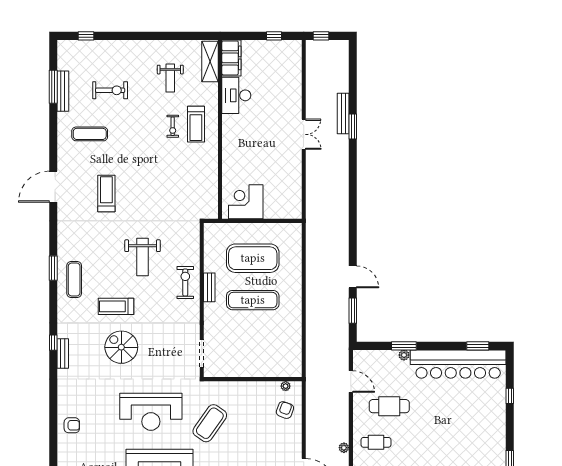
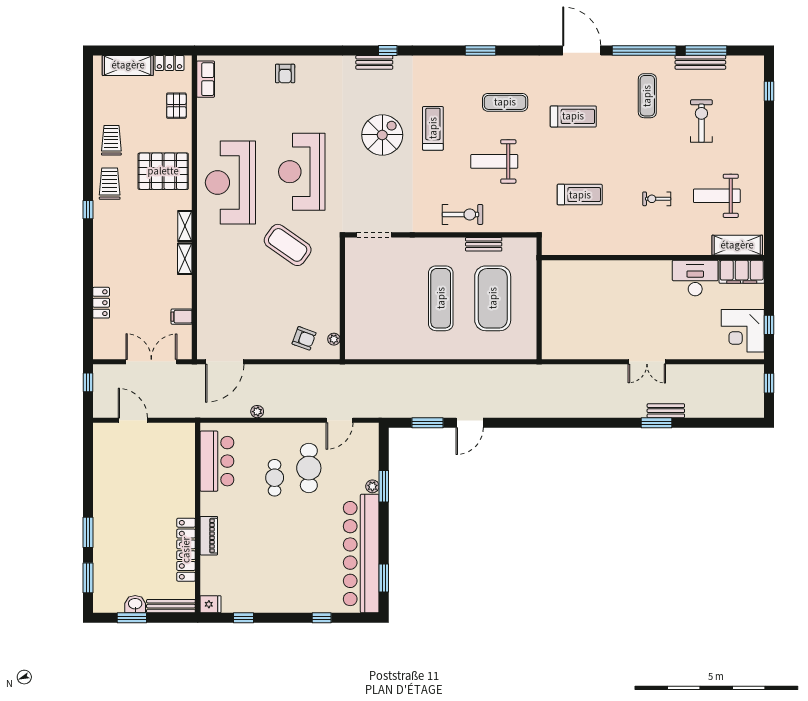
weight bench: (170, 78) -> (717, 196), width x1.36, depth x1.33
exercise bike: (110, 90) -> (701, 121), turned 180
bench: (343, 114) -> (666, 411), width x0.73
treadmill: (196, 124) -> (580, 195), moved, turned 180
window: (53, 136) -> (644, 50), added
corner desk: (246, 202) -> (743, 331), moved, turned 180
exercise mat: (74, 279) -> (505, 102), moved
bench: (209, 287) -> (484, 244), moved
cafe table: (376, 442) -> (275, 478), moved

